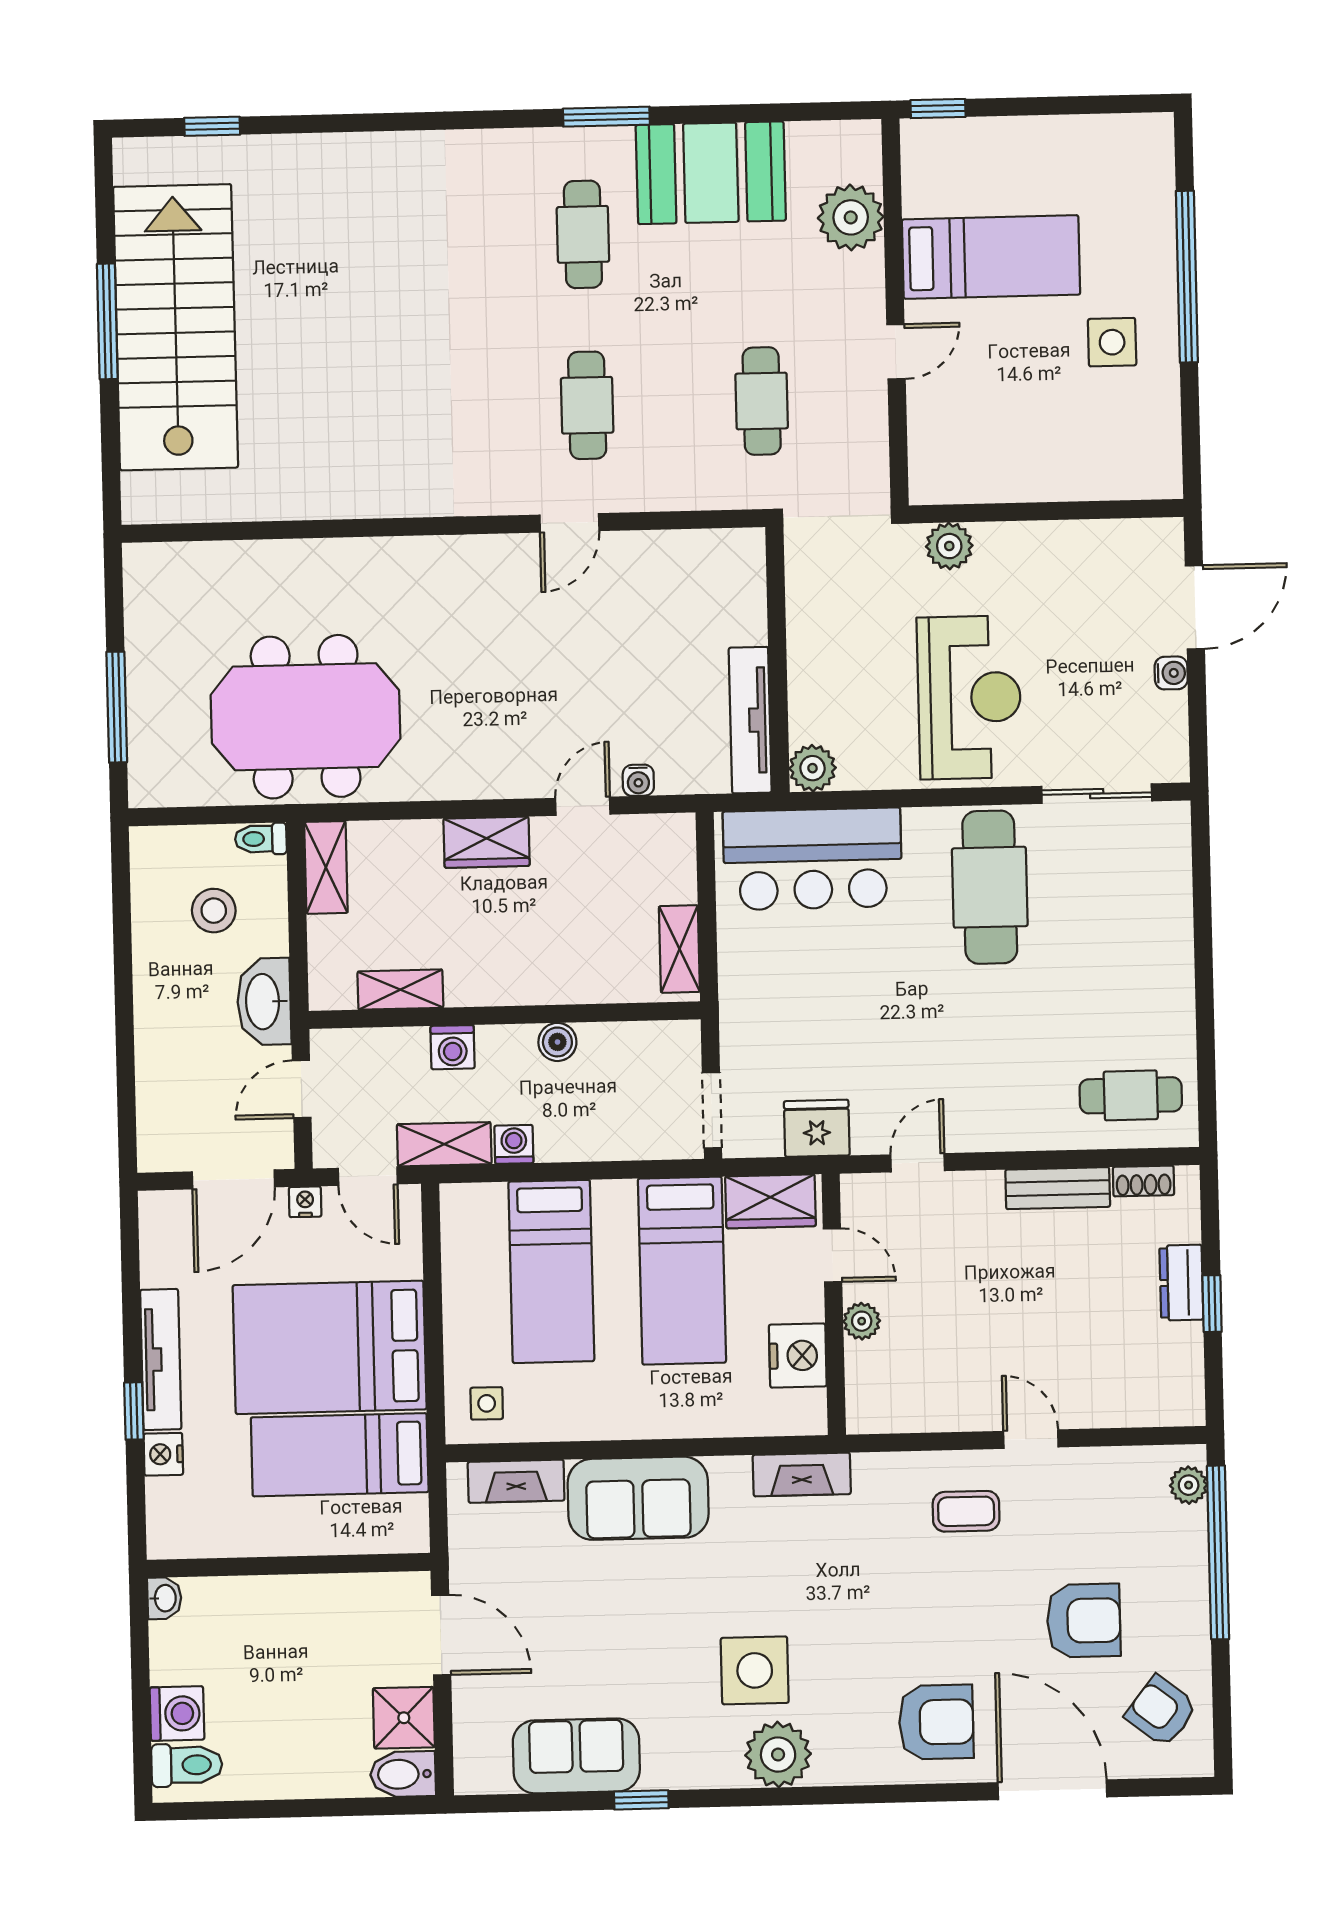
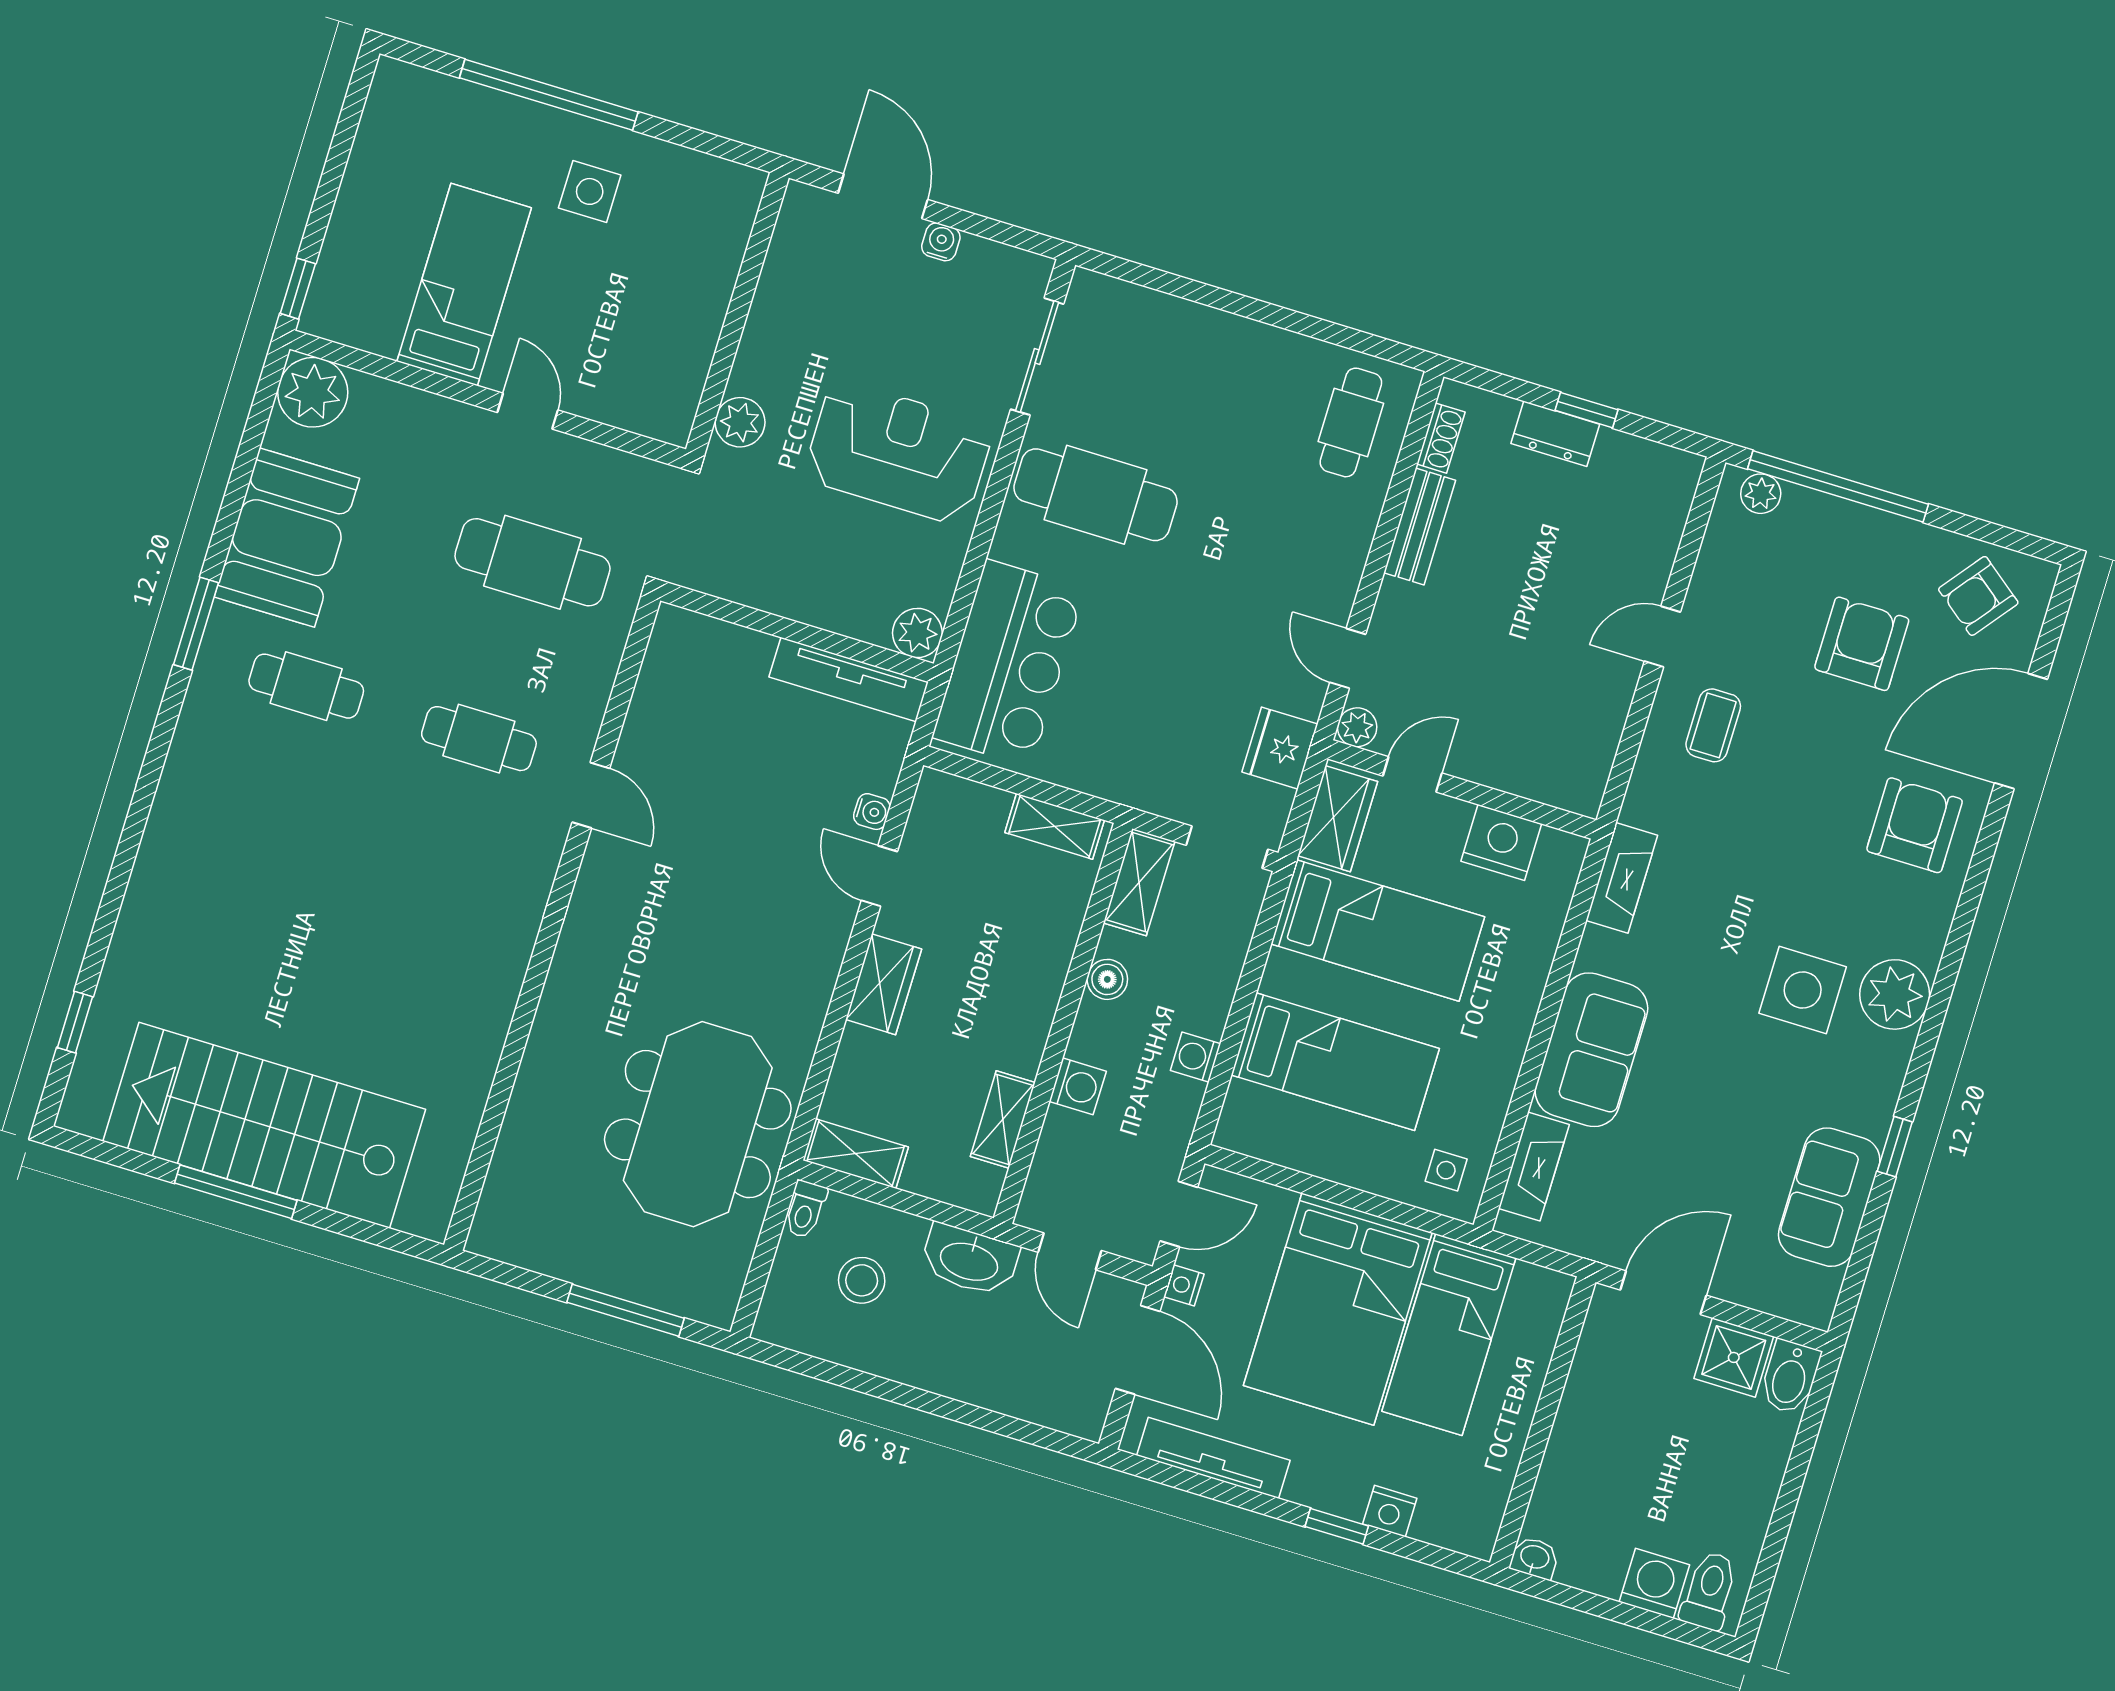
plant: (851, 217) -> (313, 392), moved
cafe table: (762, 401) -> (532, 562), width x1.37, depth x1.35
shelving: (444, 1144) -> (1139, 882), moved
plant: (862, 1321) -> (1357, 727), moved
tv unit: (161, 1360) -> (1213, 1458), moved

